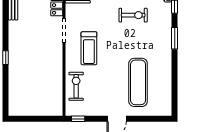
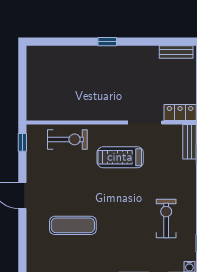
exercise bike: (133, 15) -> (166, 219), turned 180
exercise mat: (138, 82) -> (73, 225), width x0.73, depth x0.69

